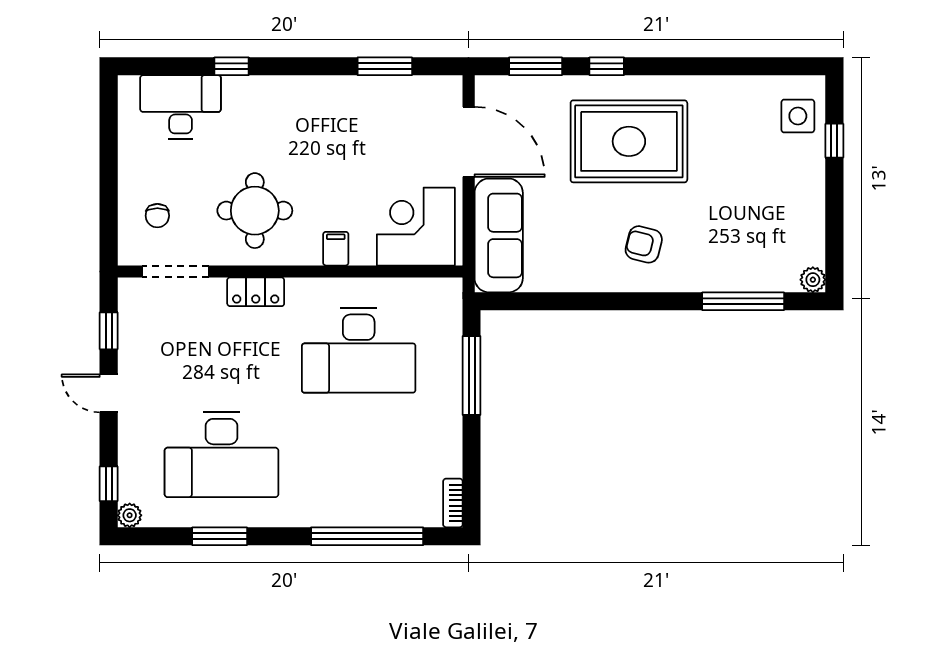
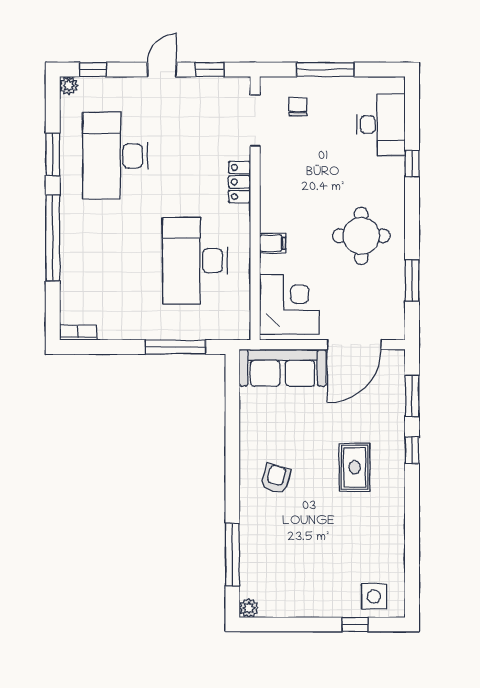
rug: (629, 141) -> (355, 467), width x0.54, depth x0.49
window: (109, 180) -> (325, 70), added
round table: (255, 211) -> (361, 236), moved
chair: (157, 216) -> (298, 107), turned 90
window: (367, 536) -> (53, 238), moved

